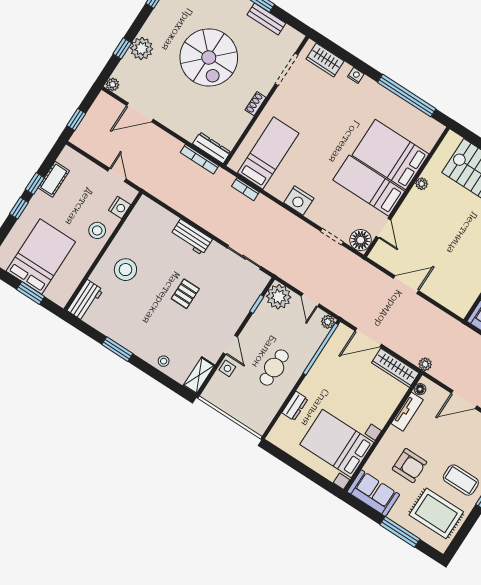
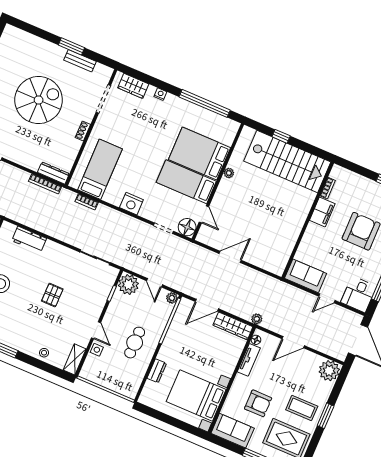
spiral stairs: (209, 57) -> (39, 100), turned -90
workbench: (191, 237) -> (29, 240), moved

